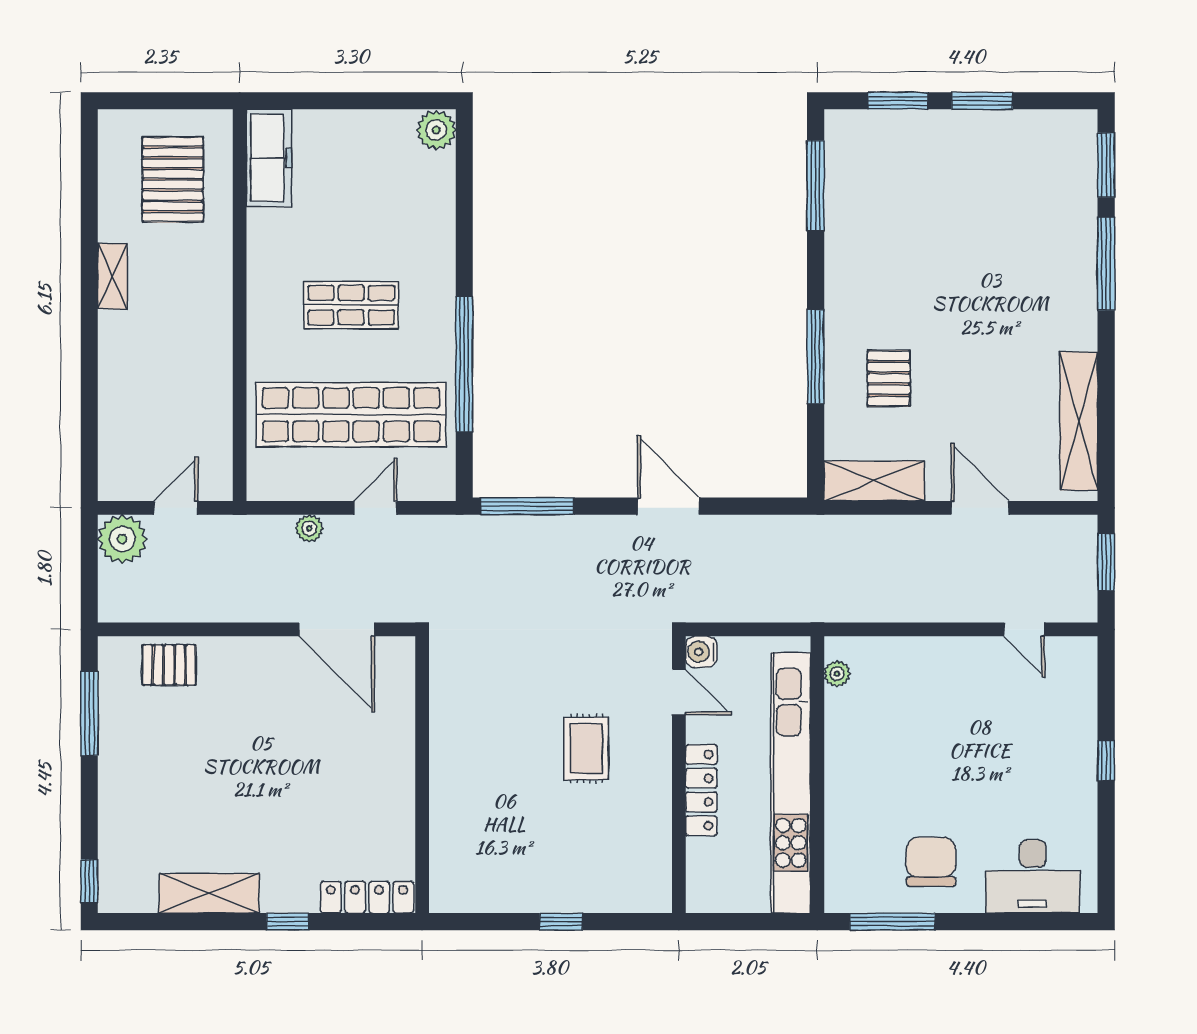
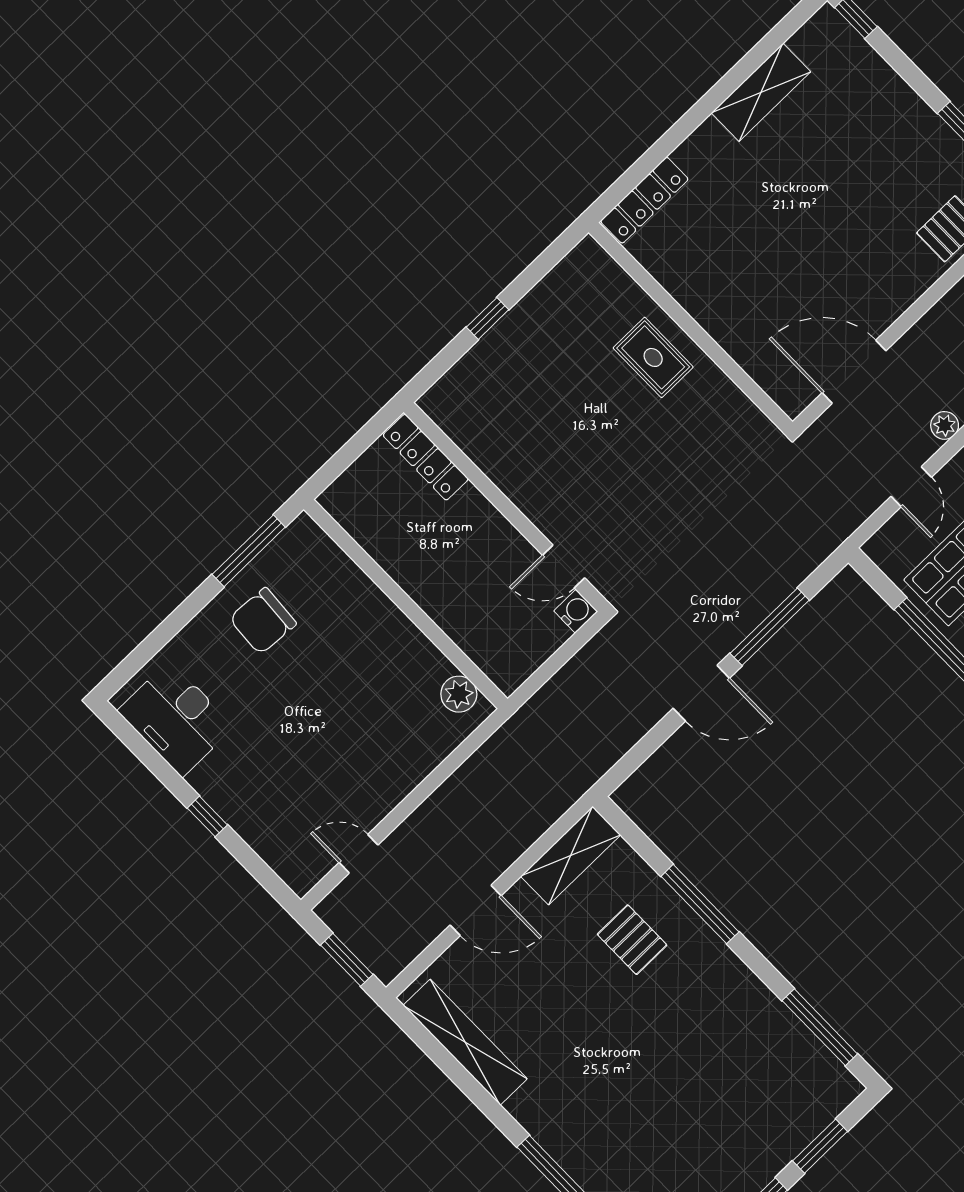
window: (527, 506) -> (770, 627), moved
plant: (837, 674) -> (459, 694), width x1.38, depth x1.38
rug: (586, 748) -> (653, 357), moved
kitchen unit: (791, 783) -> (419, 580), removed
locker: (701, 790) -> (426, 457), moved
chair: (931, 862) -> (263, 621), turned 94
desk: (1033, 876) -> (176, 719), moved, turned -90
window: (288, 922) -> (684, 127), removed

